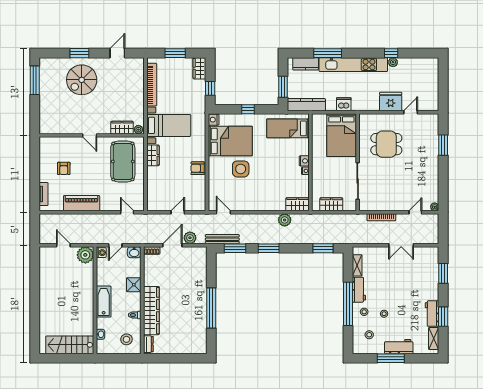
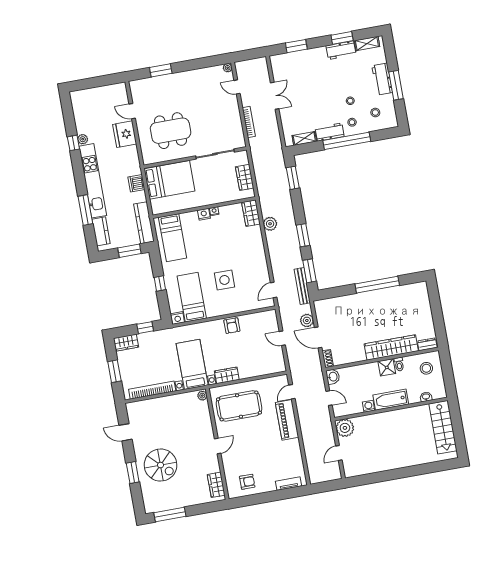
wardrobe: (122, 128) -> (216, 485), moved
bed: (230, 141) -> (192, 297), width x0.67
dining table: (386, 144) -> (171, 131), width x1.37
armchair: (64, 168) -> (247, 482), moved
piano: (82, 203) -> (287, 420), moved
washing machine: (101, 253) -> (369, 406), moved
shower: (134, 285) -> (387, 367), moved

